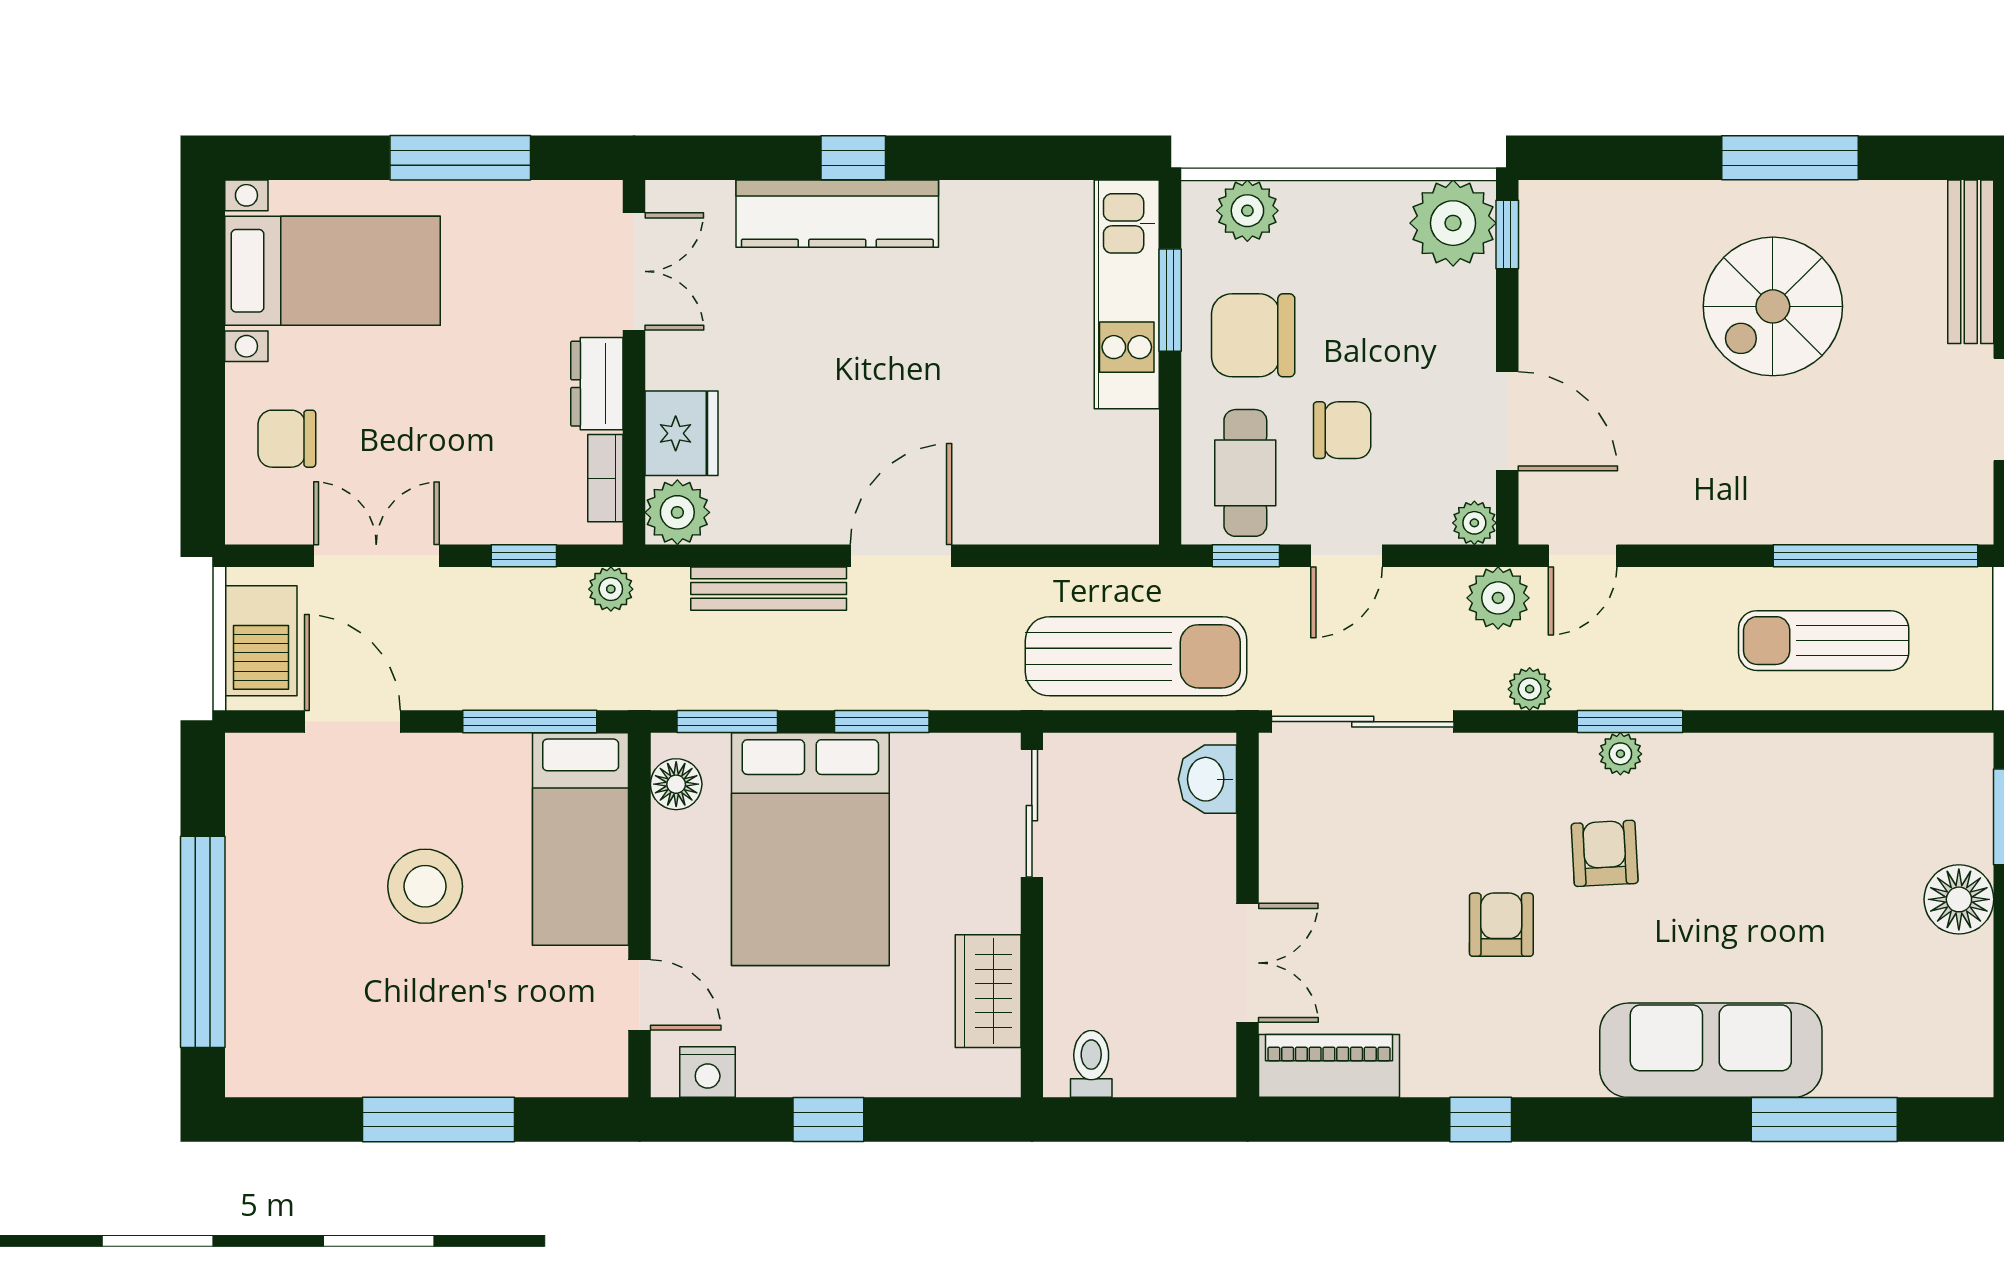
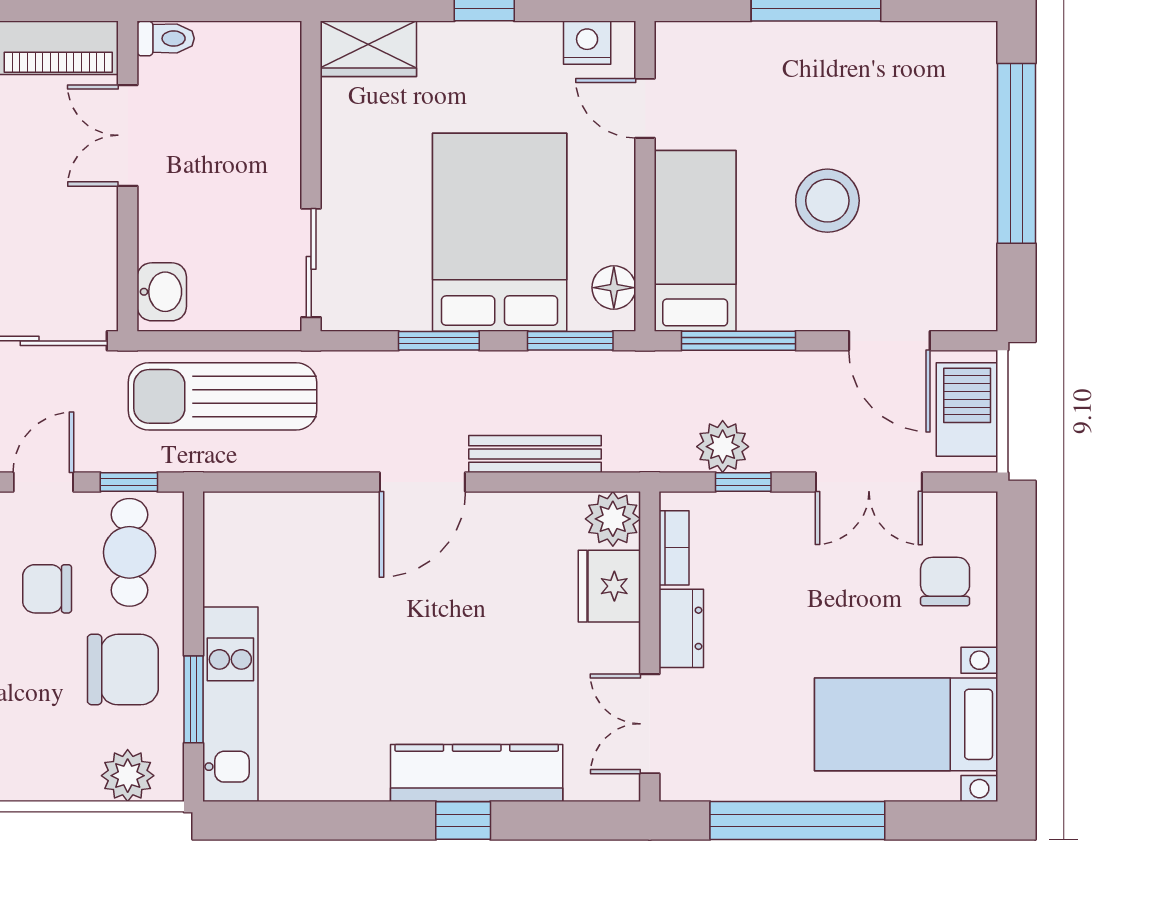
window: (460, 158) -> (797, 821), width x1.46
chair: (287, 439) -> (945, 582), turned -90
plant: (611, 589) -> (723, 447), moved, width x1.38, depth x1.38
wardrobe: (988, 991) -> (368, 49), moved, turned 90
toilet: (1091, 1064) -> (166, 38), moved, turned -90

